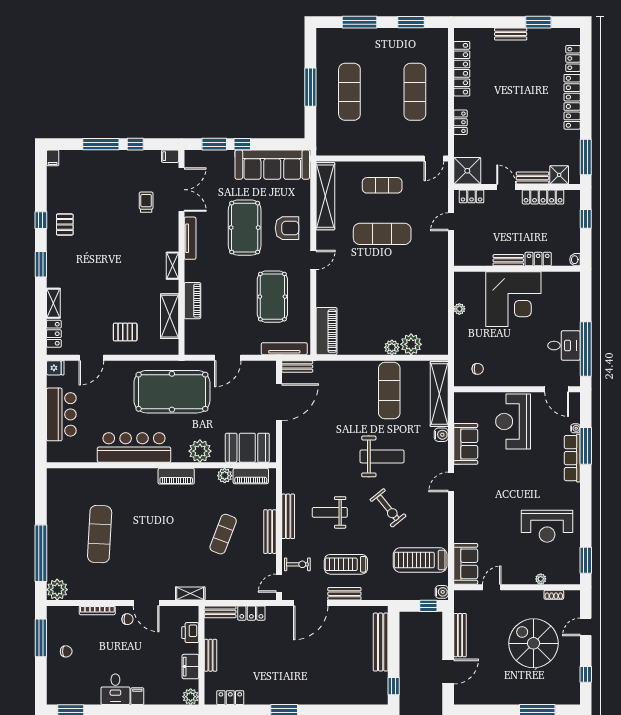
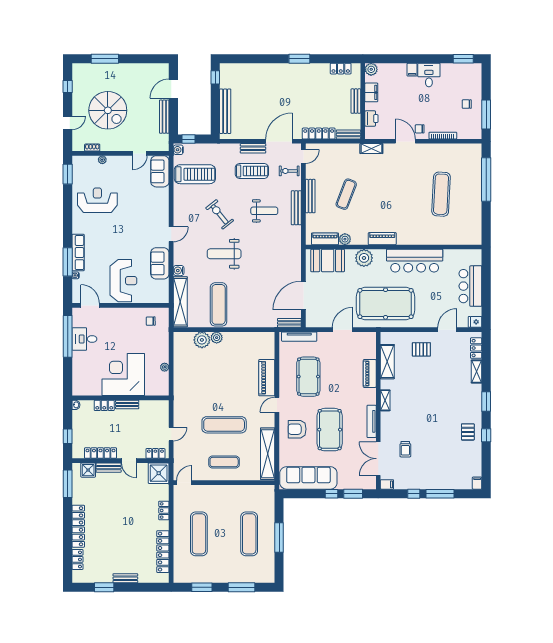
piano: (327, 331) -> (267, 378), moved
plant: (57, 590) -> (474, 152), removed
locker: (251, 613) -> (319, 134), width x1.53

